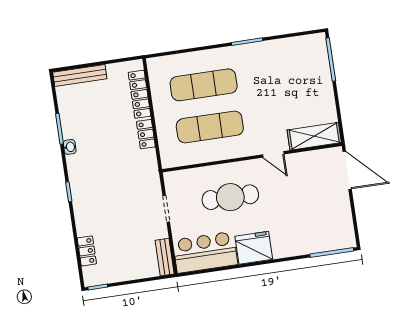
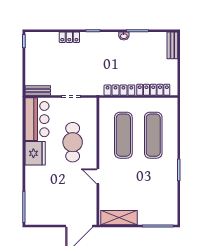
bench: (80, 75) -> (172, 45), width x0.73
locker: (146, 134) -> (119, 90), width x1.53
shelving: (314, 136) -> (119, 218), moved, turned 90
door: (273, 154) -> (98, 176), hinge flipped
locker: (87, 251) -> (69, 37), moved

